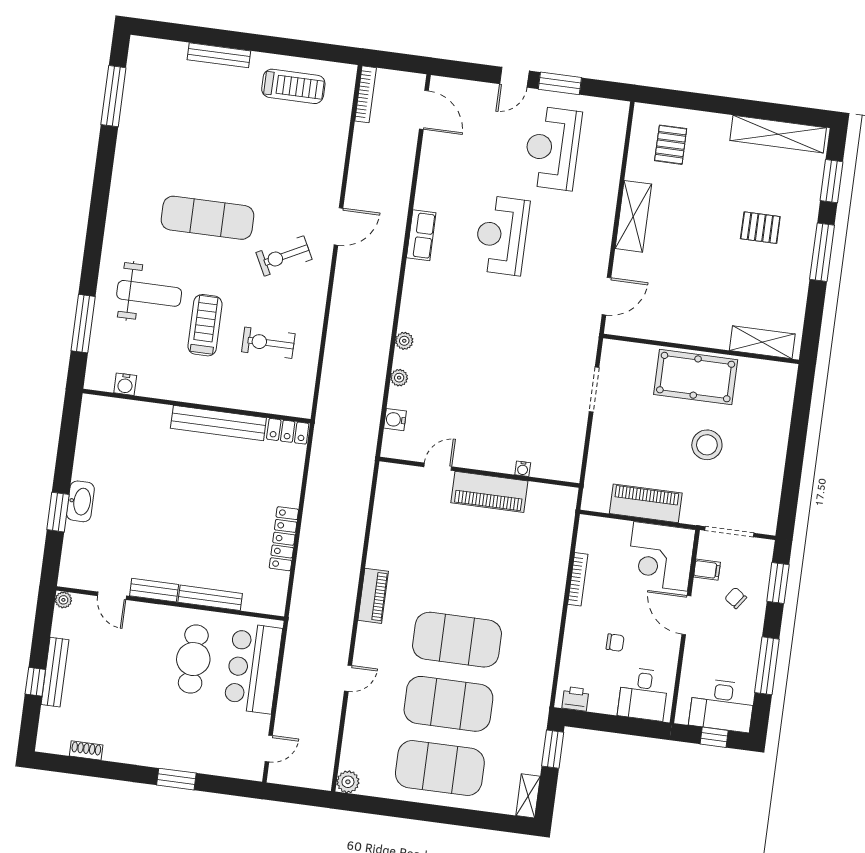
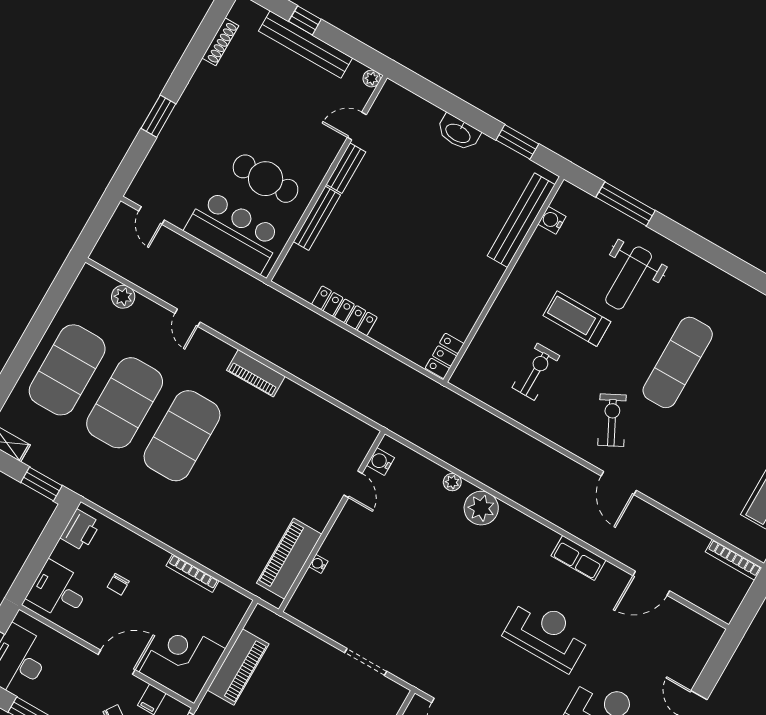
door: (424, 110) -> (651, 583), moved
treadmill: (205, 325) -> (577, 319), turned 180
plant: (404, 341) -> (481, 508), width x1.88, depth x1.88
water cooler: (395, 420) -> (381, 461), moved, turned -90
bench: (218, 423) -> (521, 220), moved
piano: (489, 492) -> (289, 559), moved
window: (58, 512) -> (517, 142), moved
bench: (55, 672) -> (306, 44), width x1.37, depth x1.21
printer: (575, 699) -> (80, 530), width x1.36, depth x1.24
shoe rack: (86, 750) -> (220, 42), width x1.43
plant: (348, 782) -> (123, 297), moved

